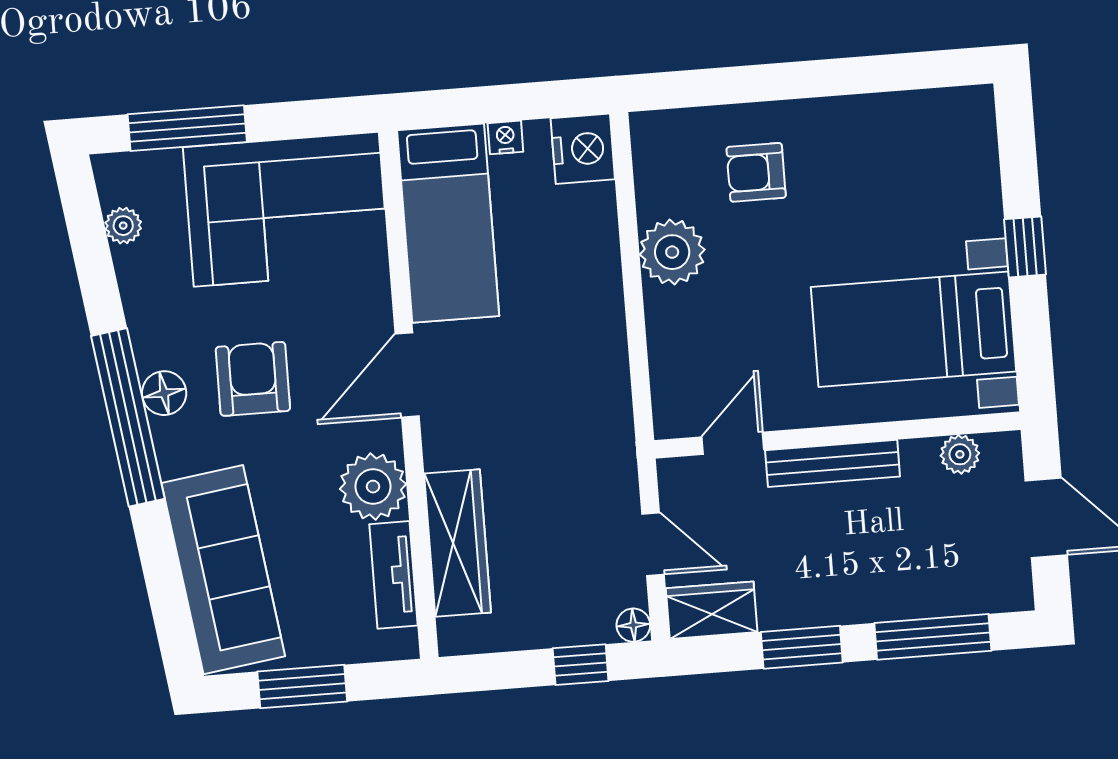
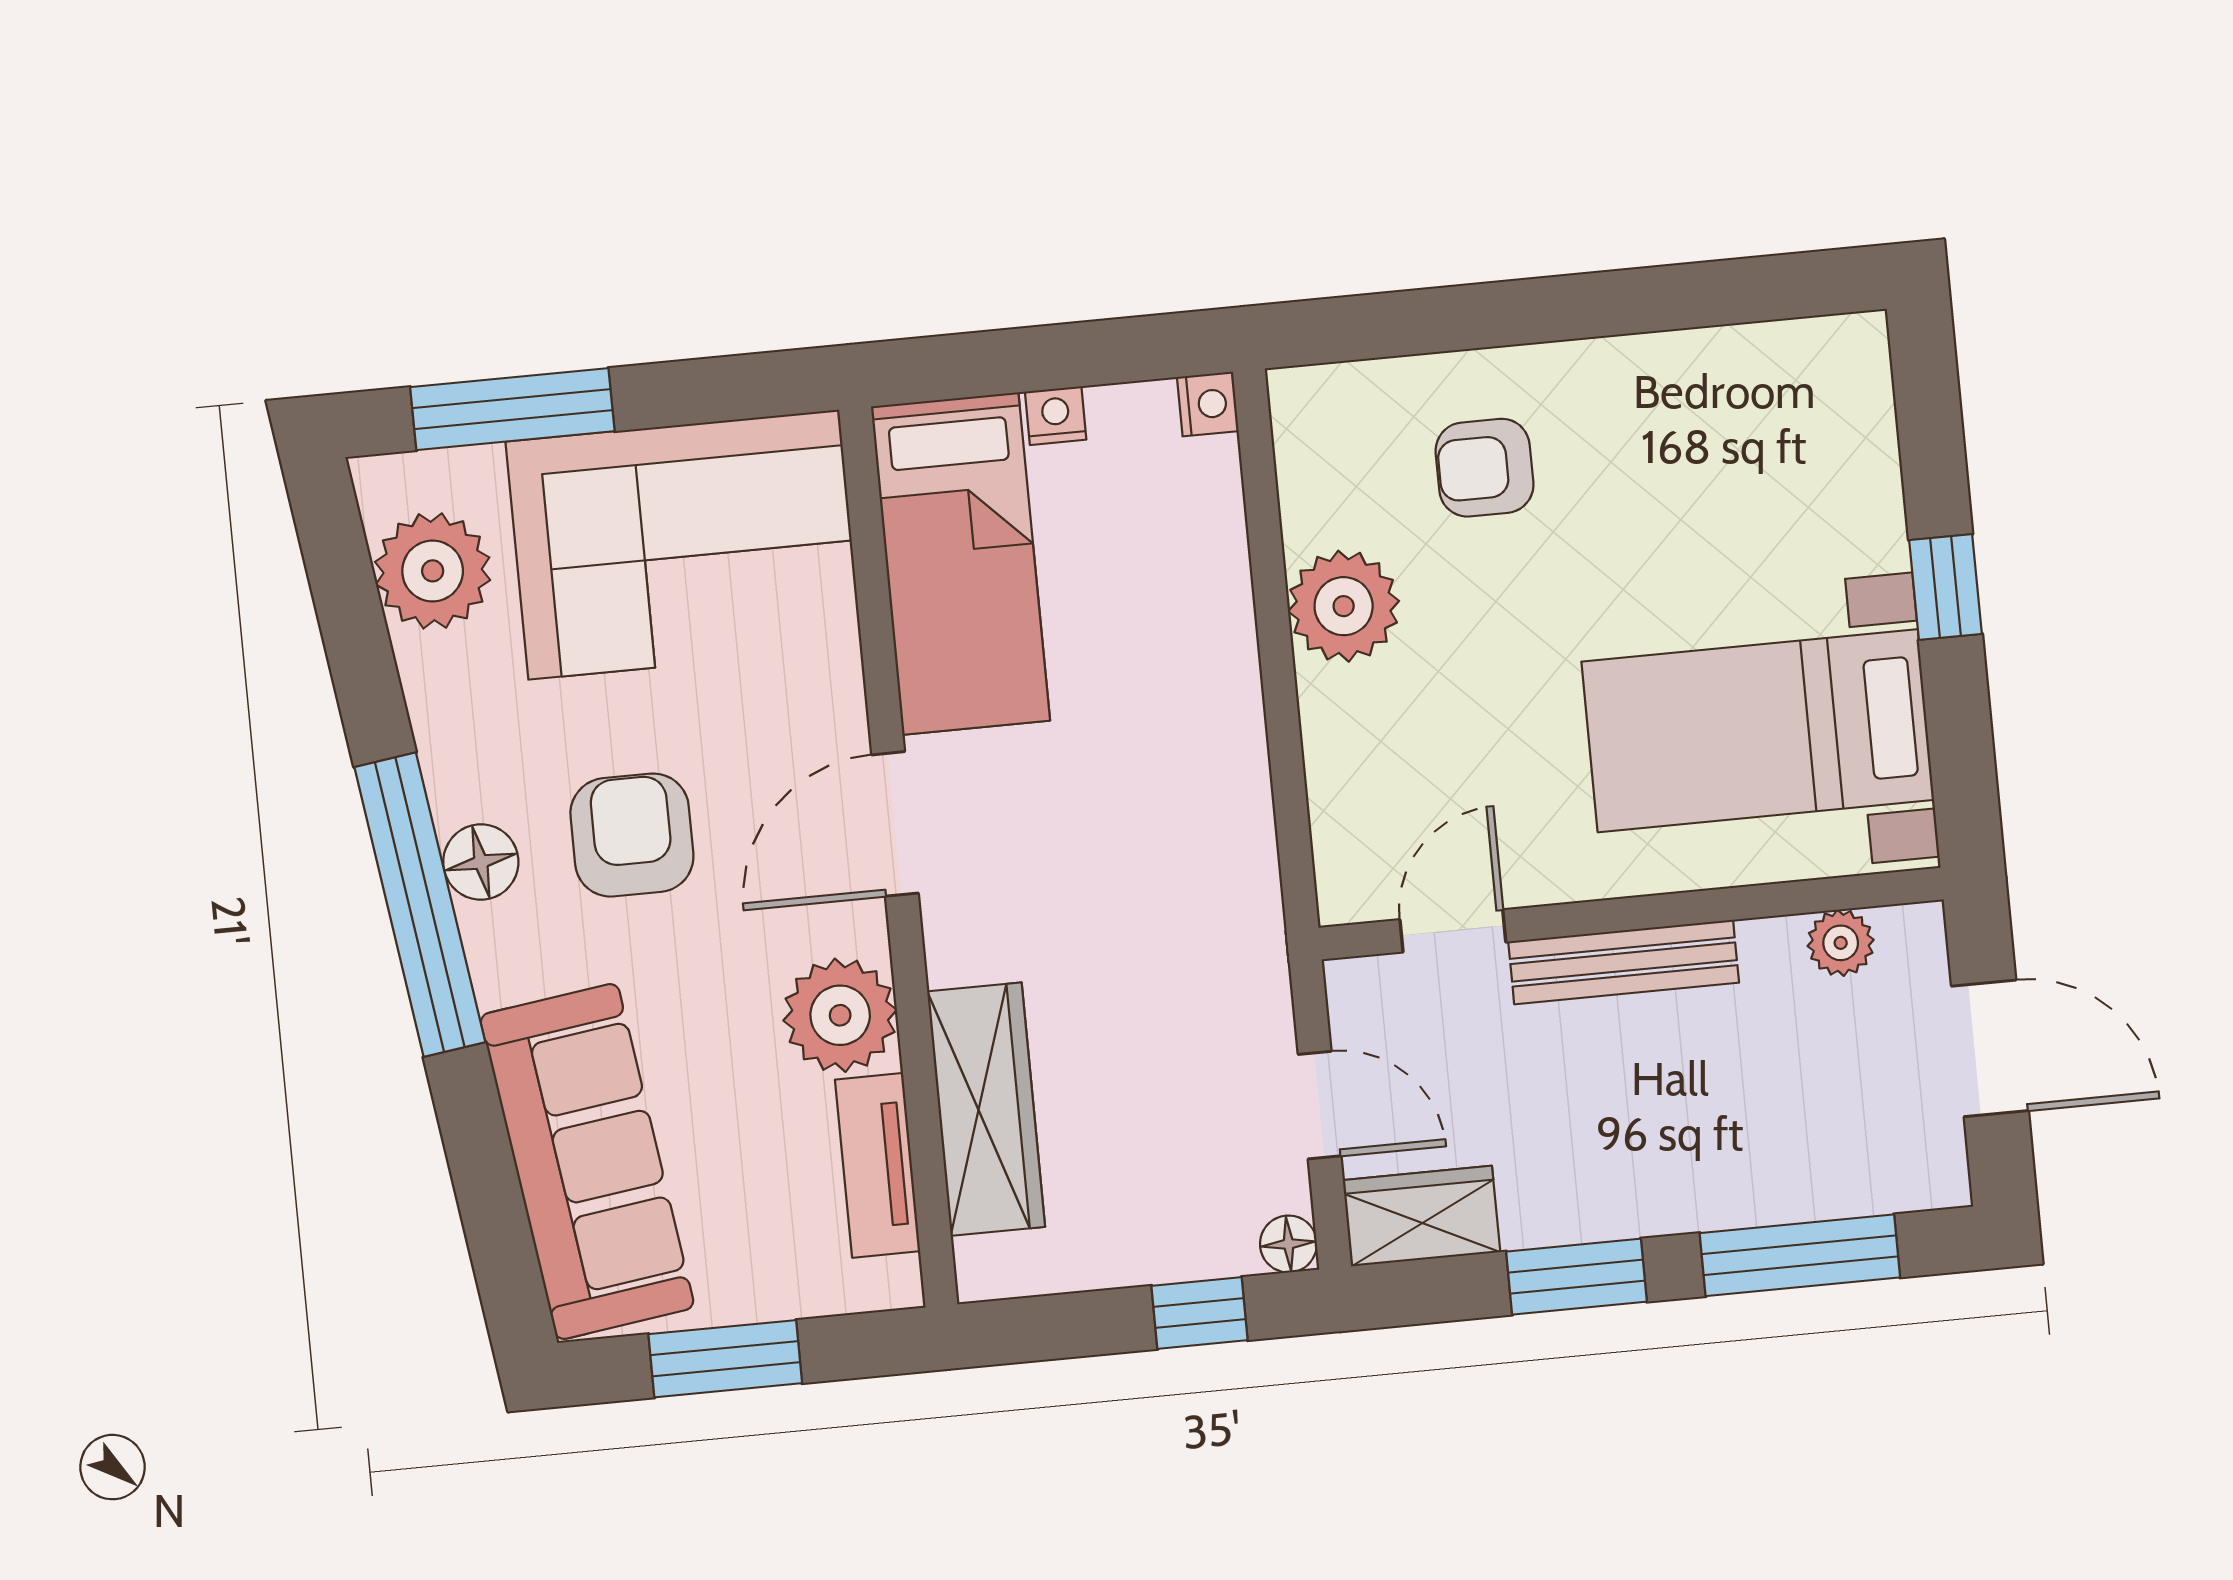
nightstand: (583, 149) -> (1208, 404), width x0.53, depth x0.56
plant: (123, 226) -> (433, 571), width x1.88, depth x1.88

